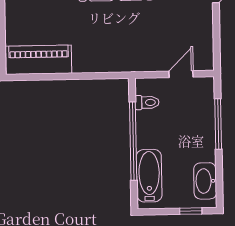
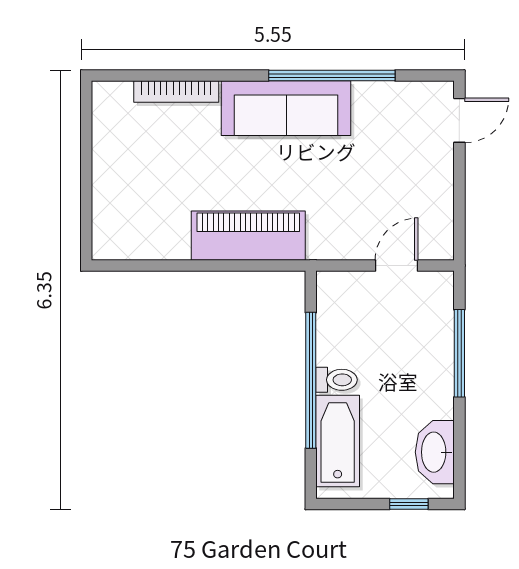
piano: (39, 60) -> (248, 236), moved
toilet: (147, 102) -> (336, 380), moved

